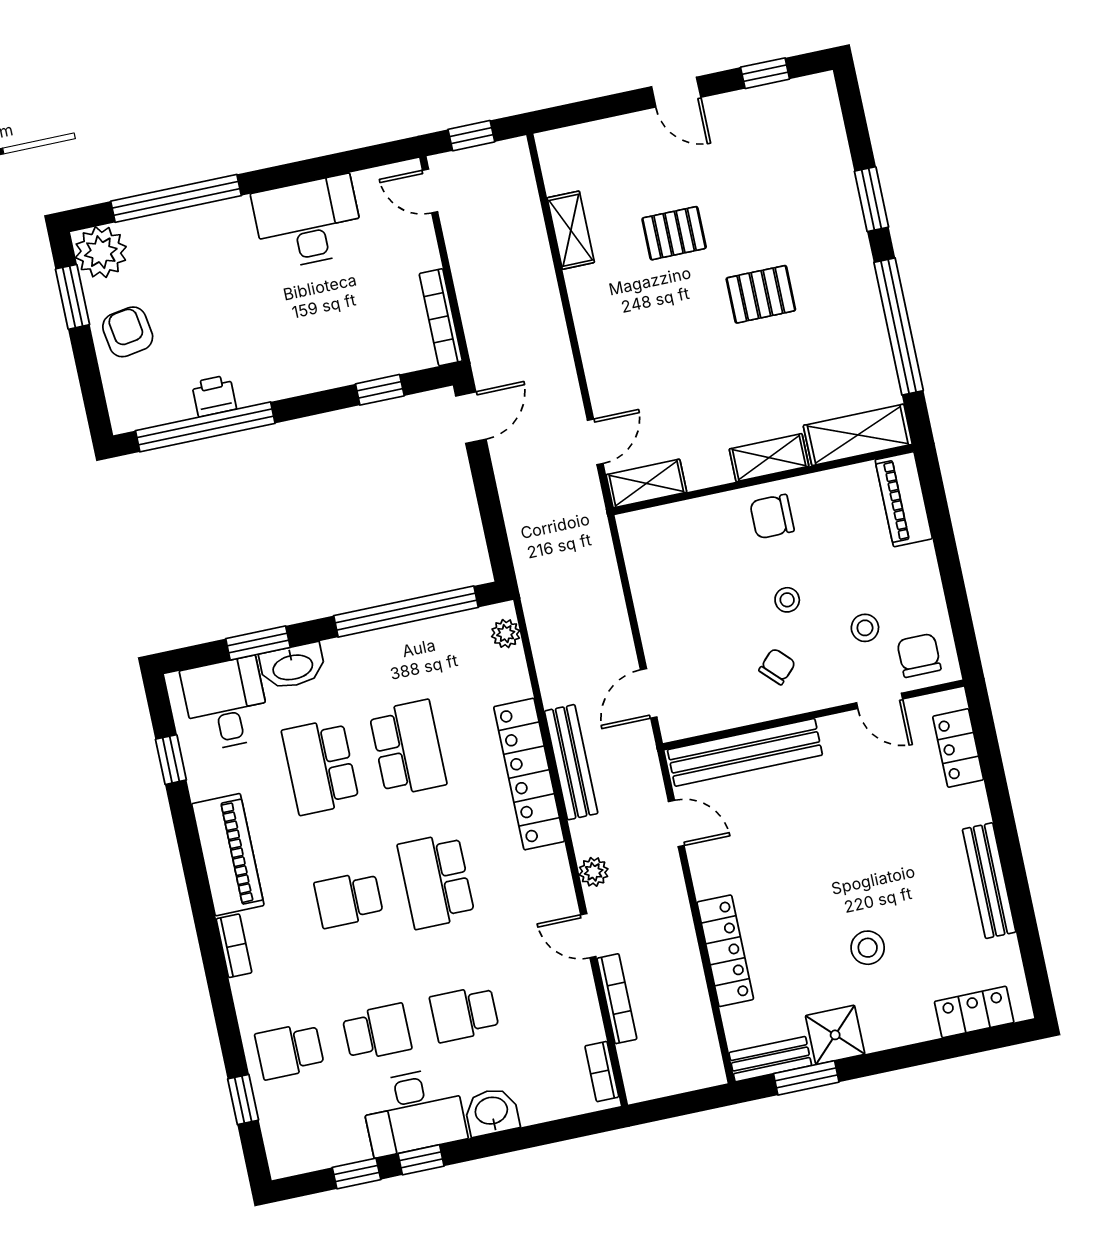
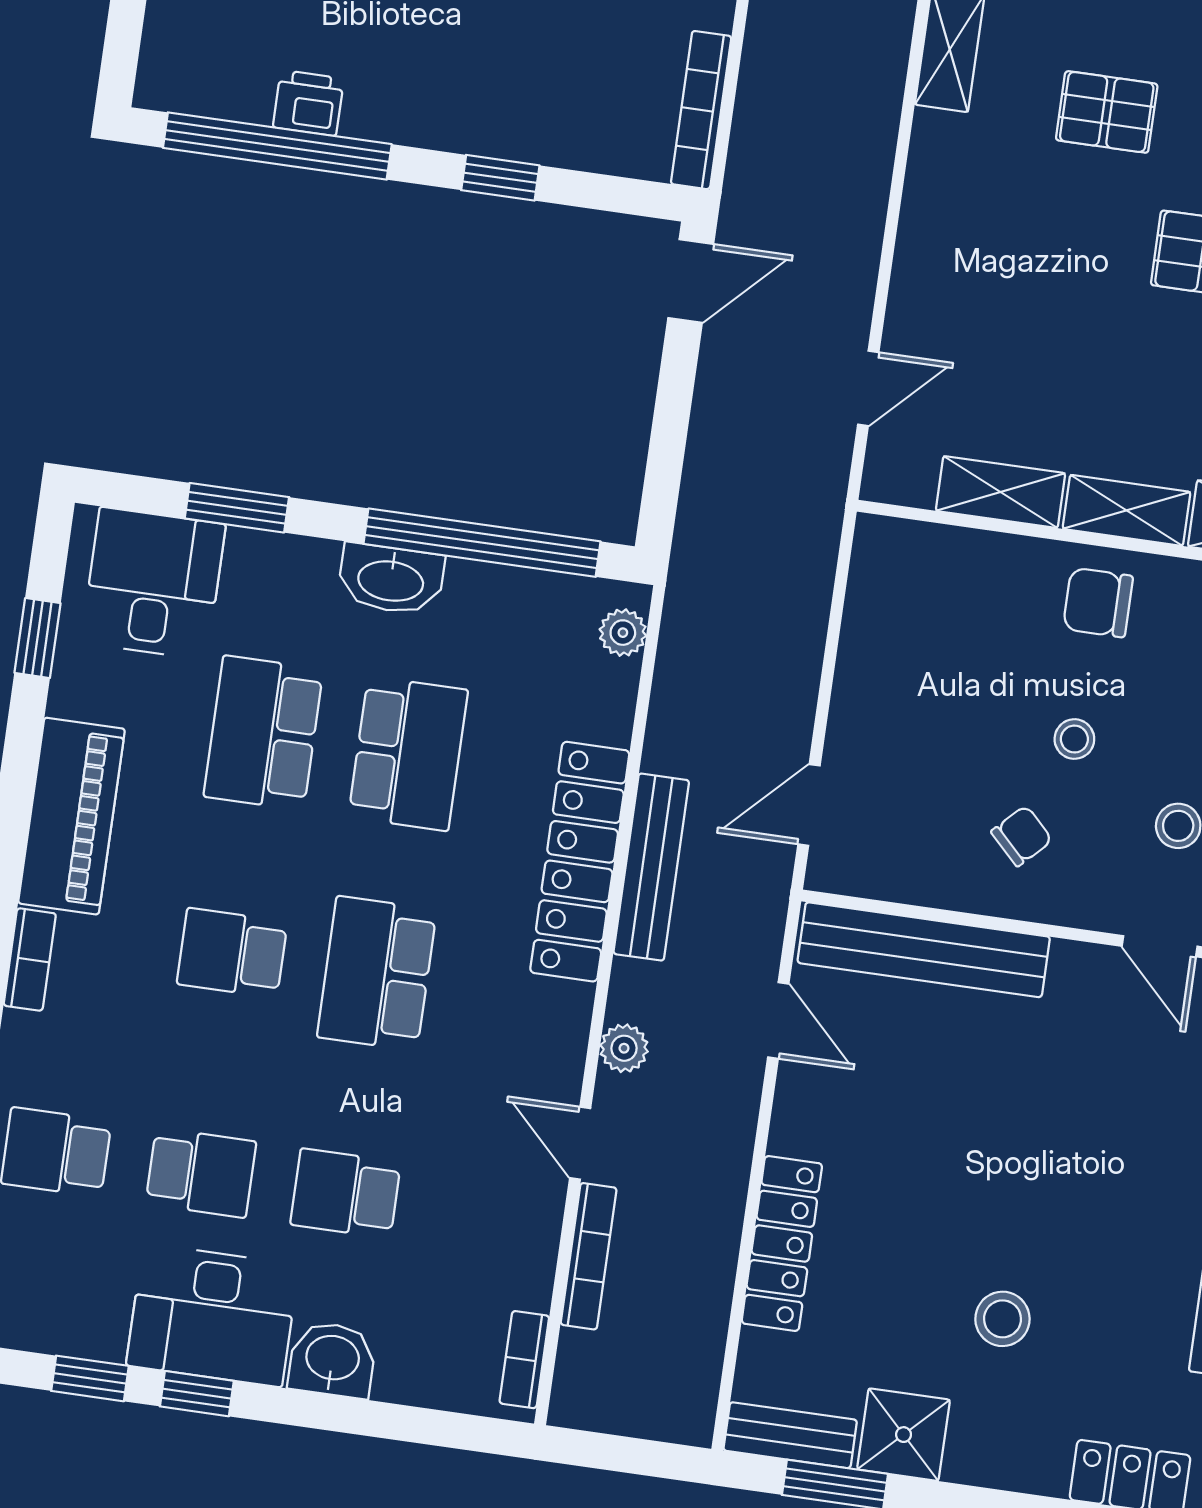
window: (380, 390) -> (500, 178), moved
shelving: (646, 483) -> (1001, 492), moved
washbasin: (293, 666) -> (391, 579), moved

